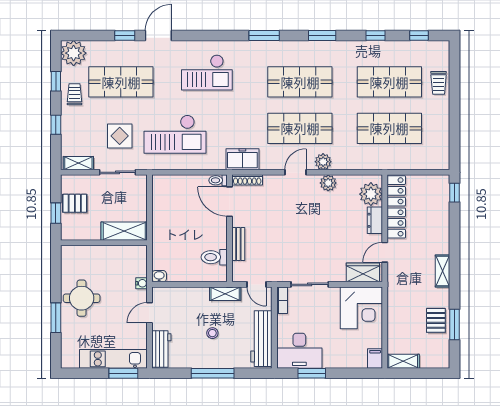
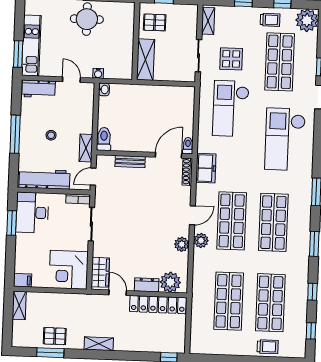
checkout: (207, 72) -> (285, 139), width x1.36, depth x1.21
trolley: (439, 83) -> (268, 347), turned 180
door: (295, 172) -> (192, 215), hinge flipped
pallet: (75, 203) -> (155, 22), moved, turned 90
toilet: (214, 257) -> (104, 139), moved

